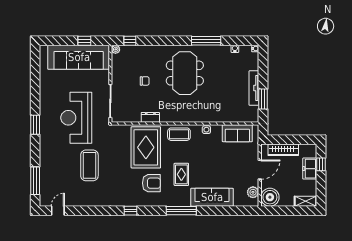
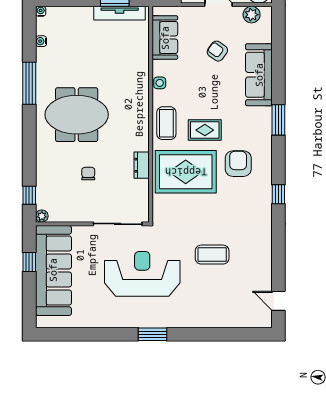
tv unit: (254, 88) -> (120, 13), moved
reception desk: (76, 118) -> (142, 274), turned 180
coffee table: (89, 165) -> (212, 255), width x0.73, depth x0.76
armchair: (228, 169) -> (217, 51), added
rug: (181, 174) -> (205, 130), moved
window: (35, 181) -> (235, 334), removed
window: (181, 211) -> (278, 120), width x0.69

